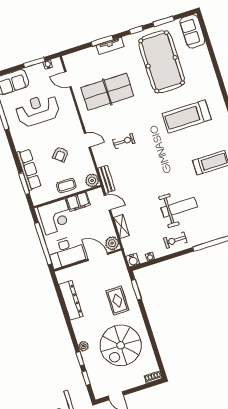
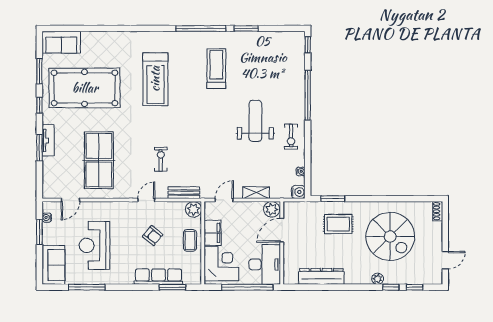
bench: (106, 179) -> (184, 193), moved

